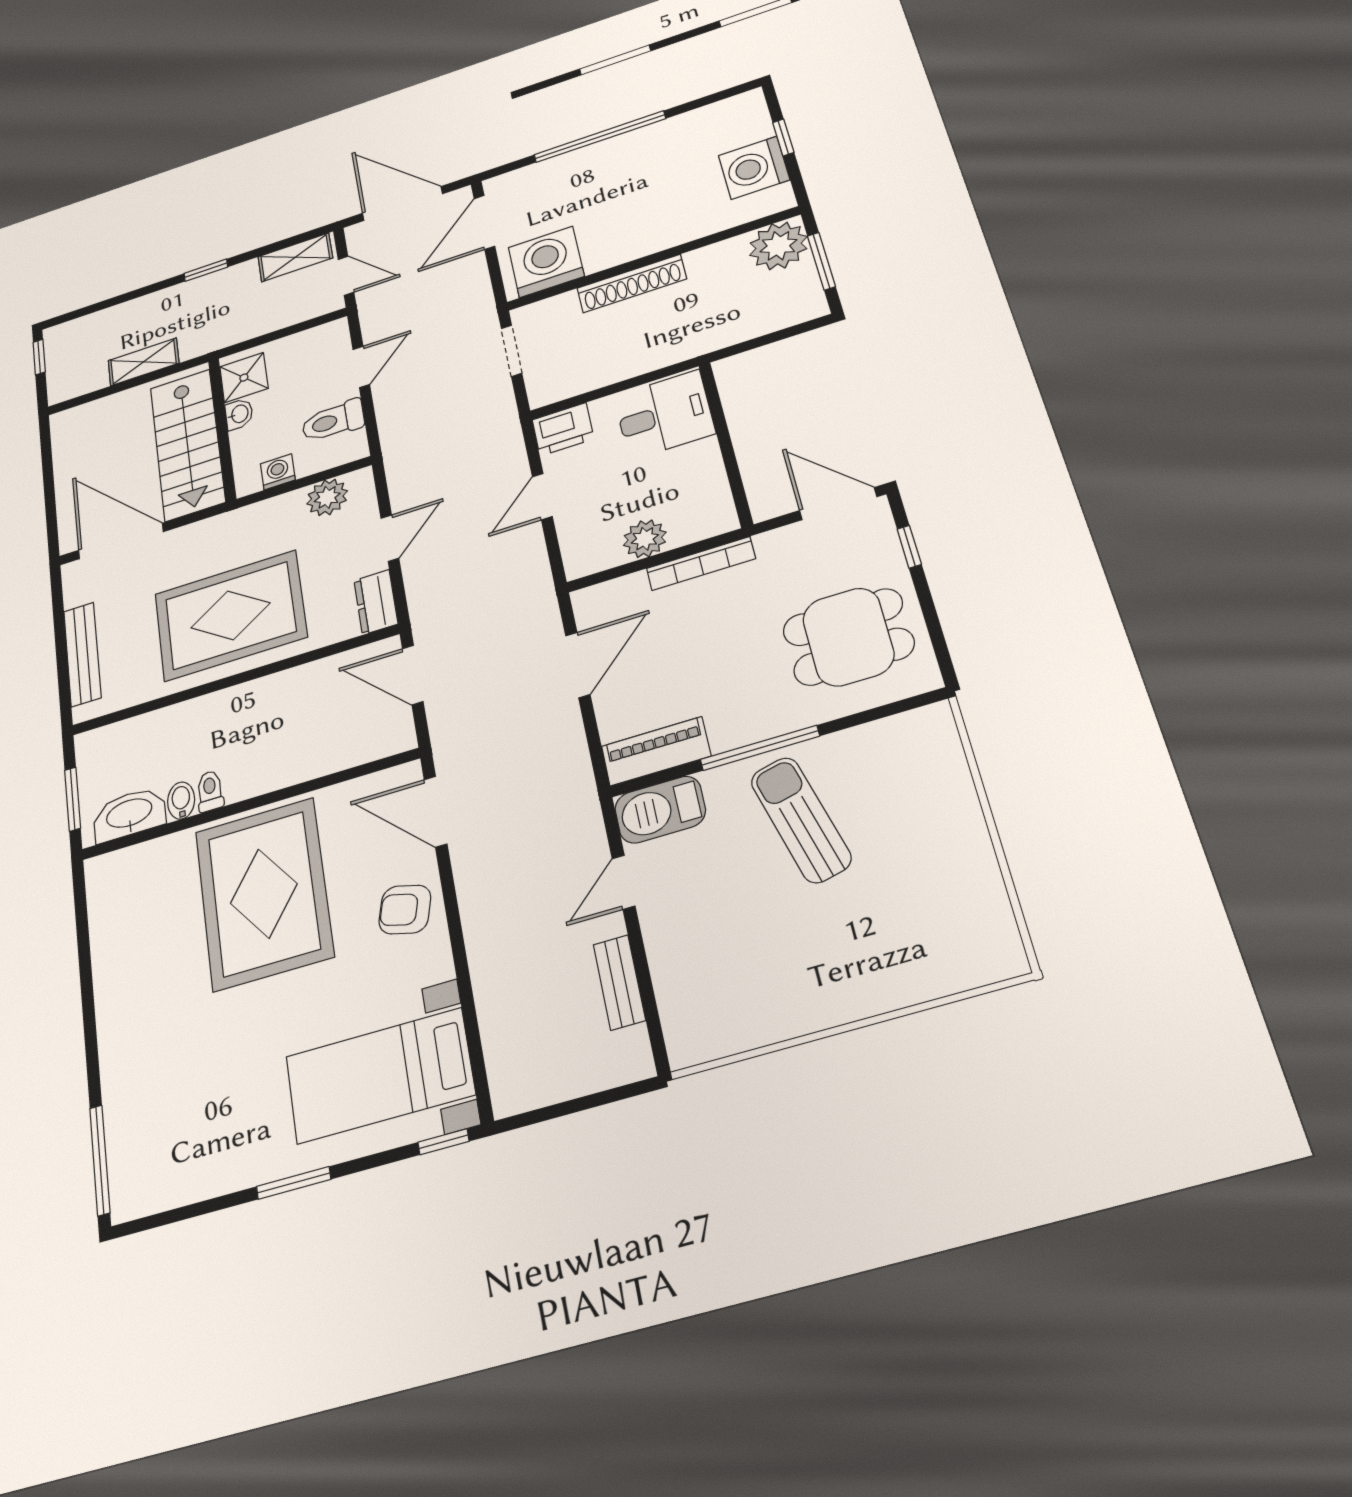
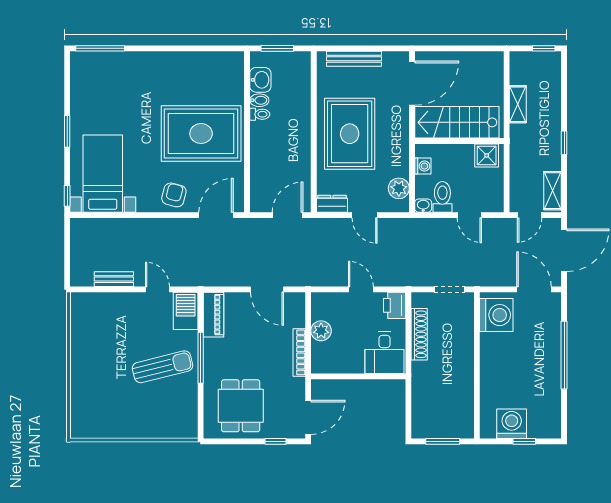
plant: (778, 246) -> (460, 424), removed
shoe rack: (632, 283) -> (419, 334), moved, turned 180
washbasin: (239, 414) -> (423, 206), moved, turned 180
washbasin: (129, 814) -> (260, 80), width x0.72

